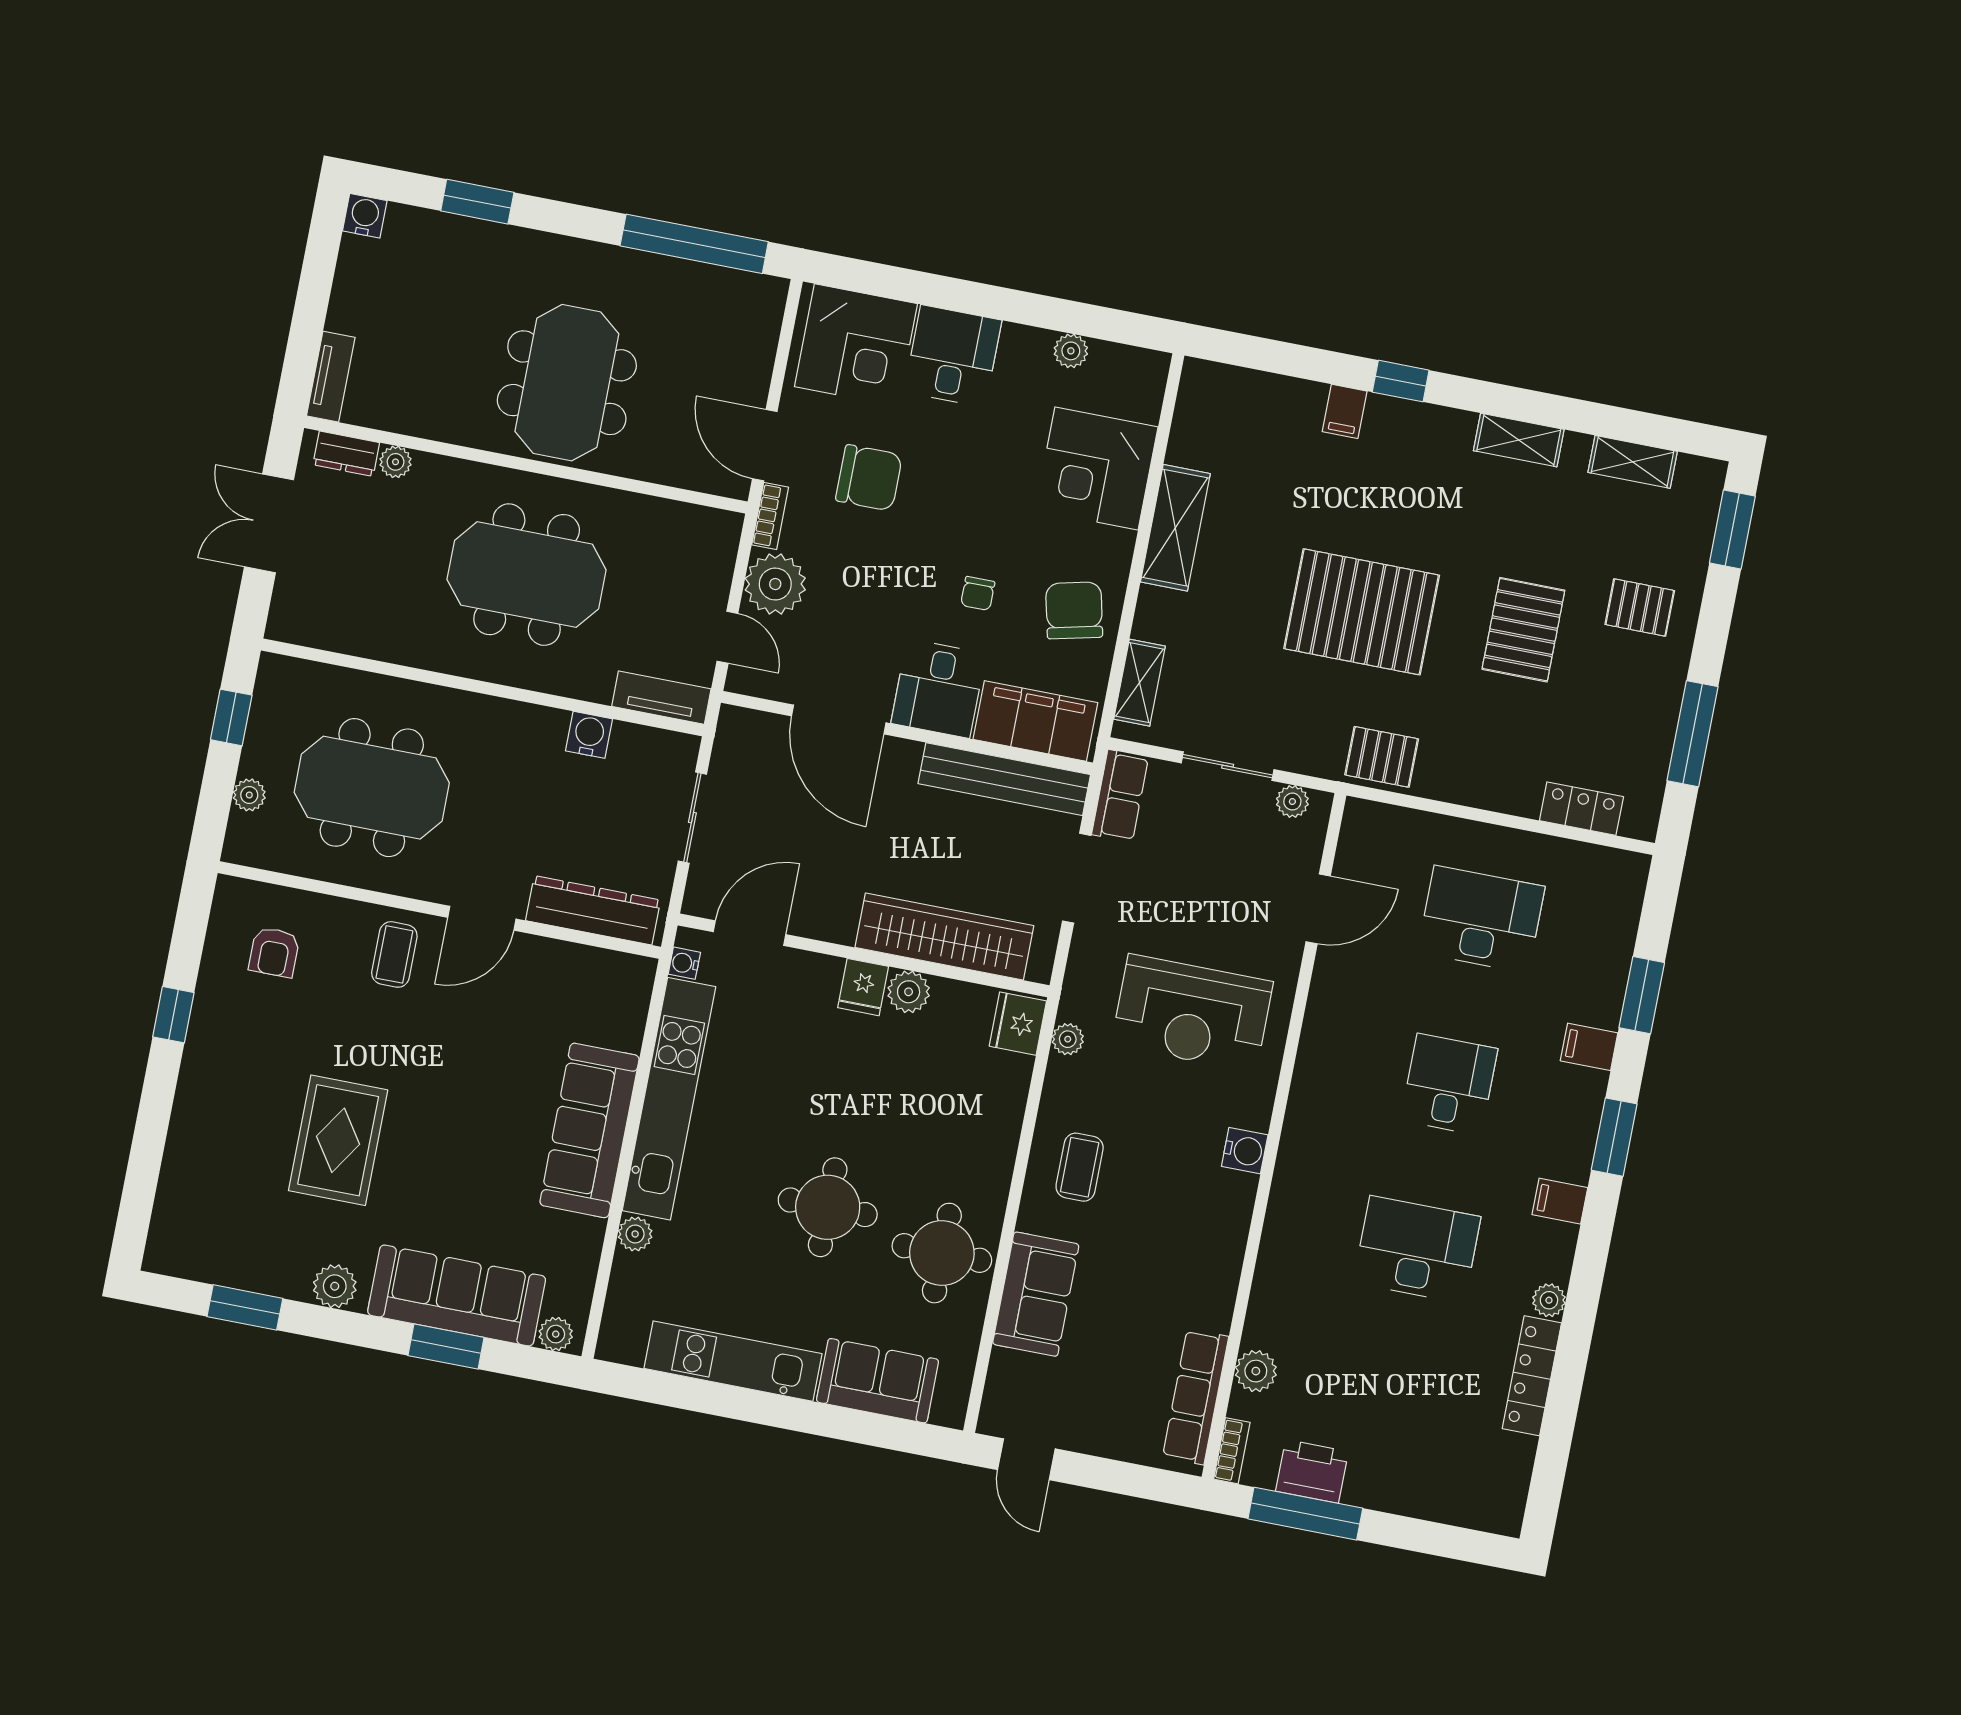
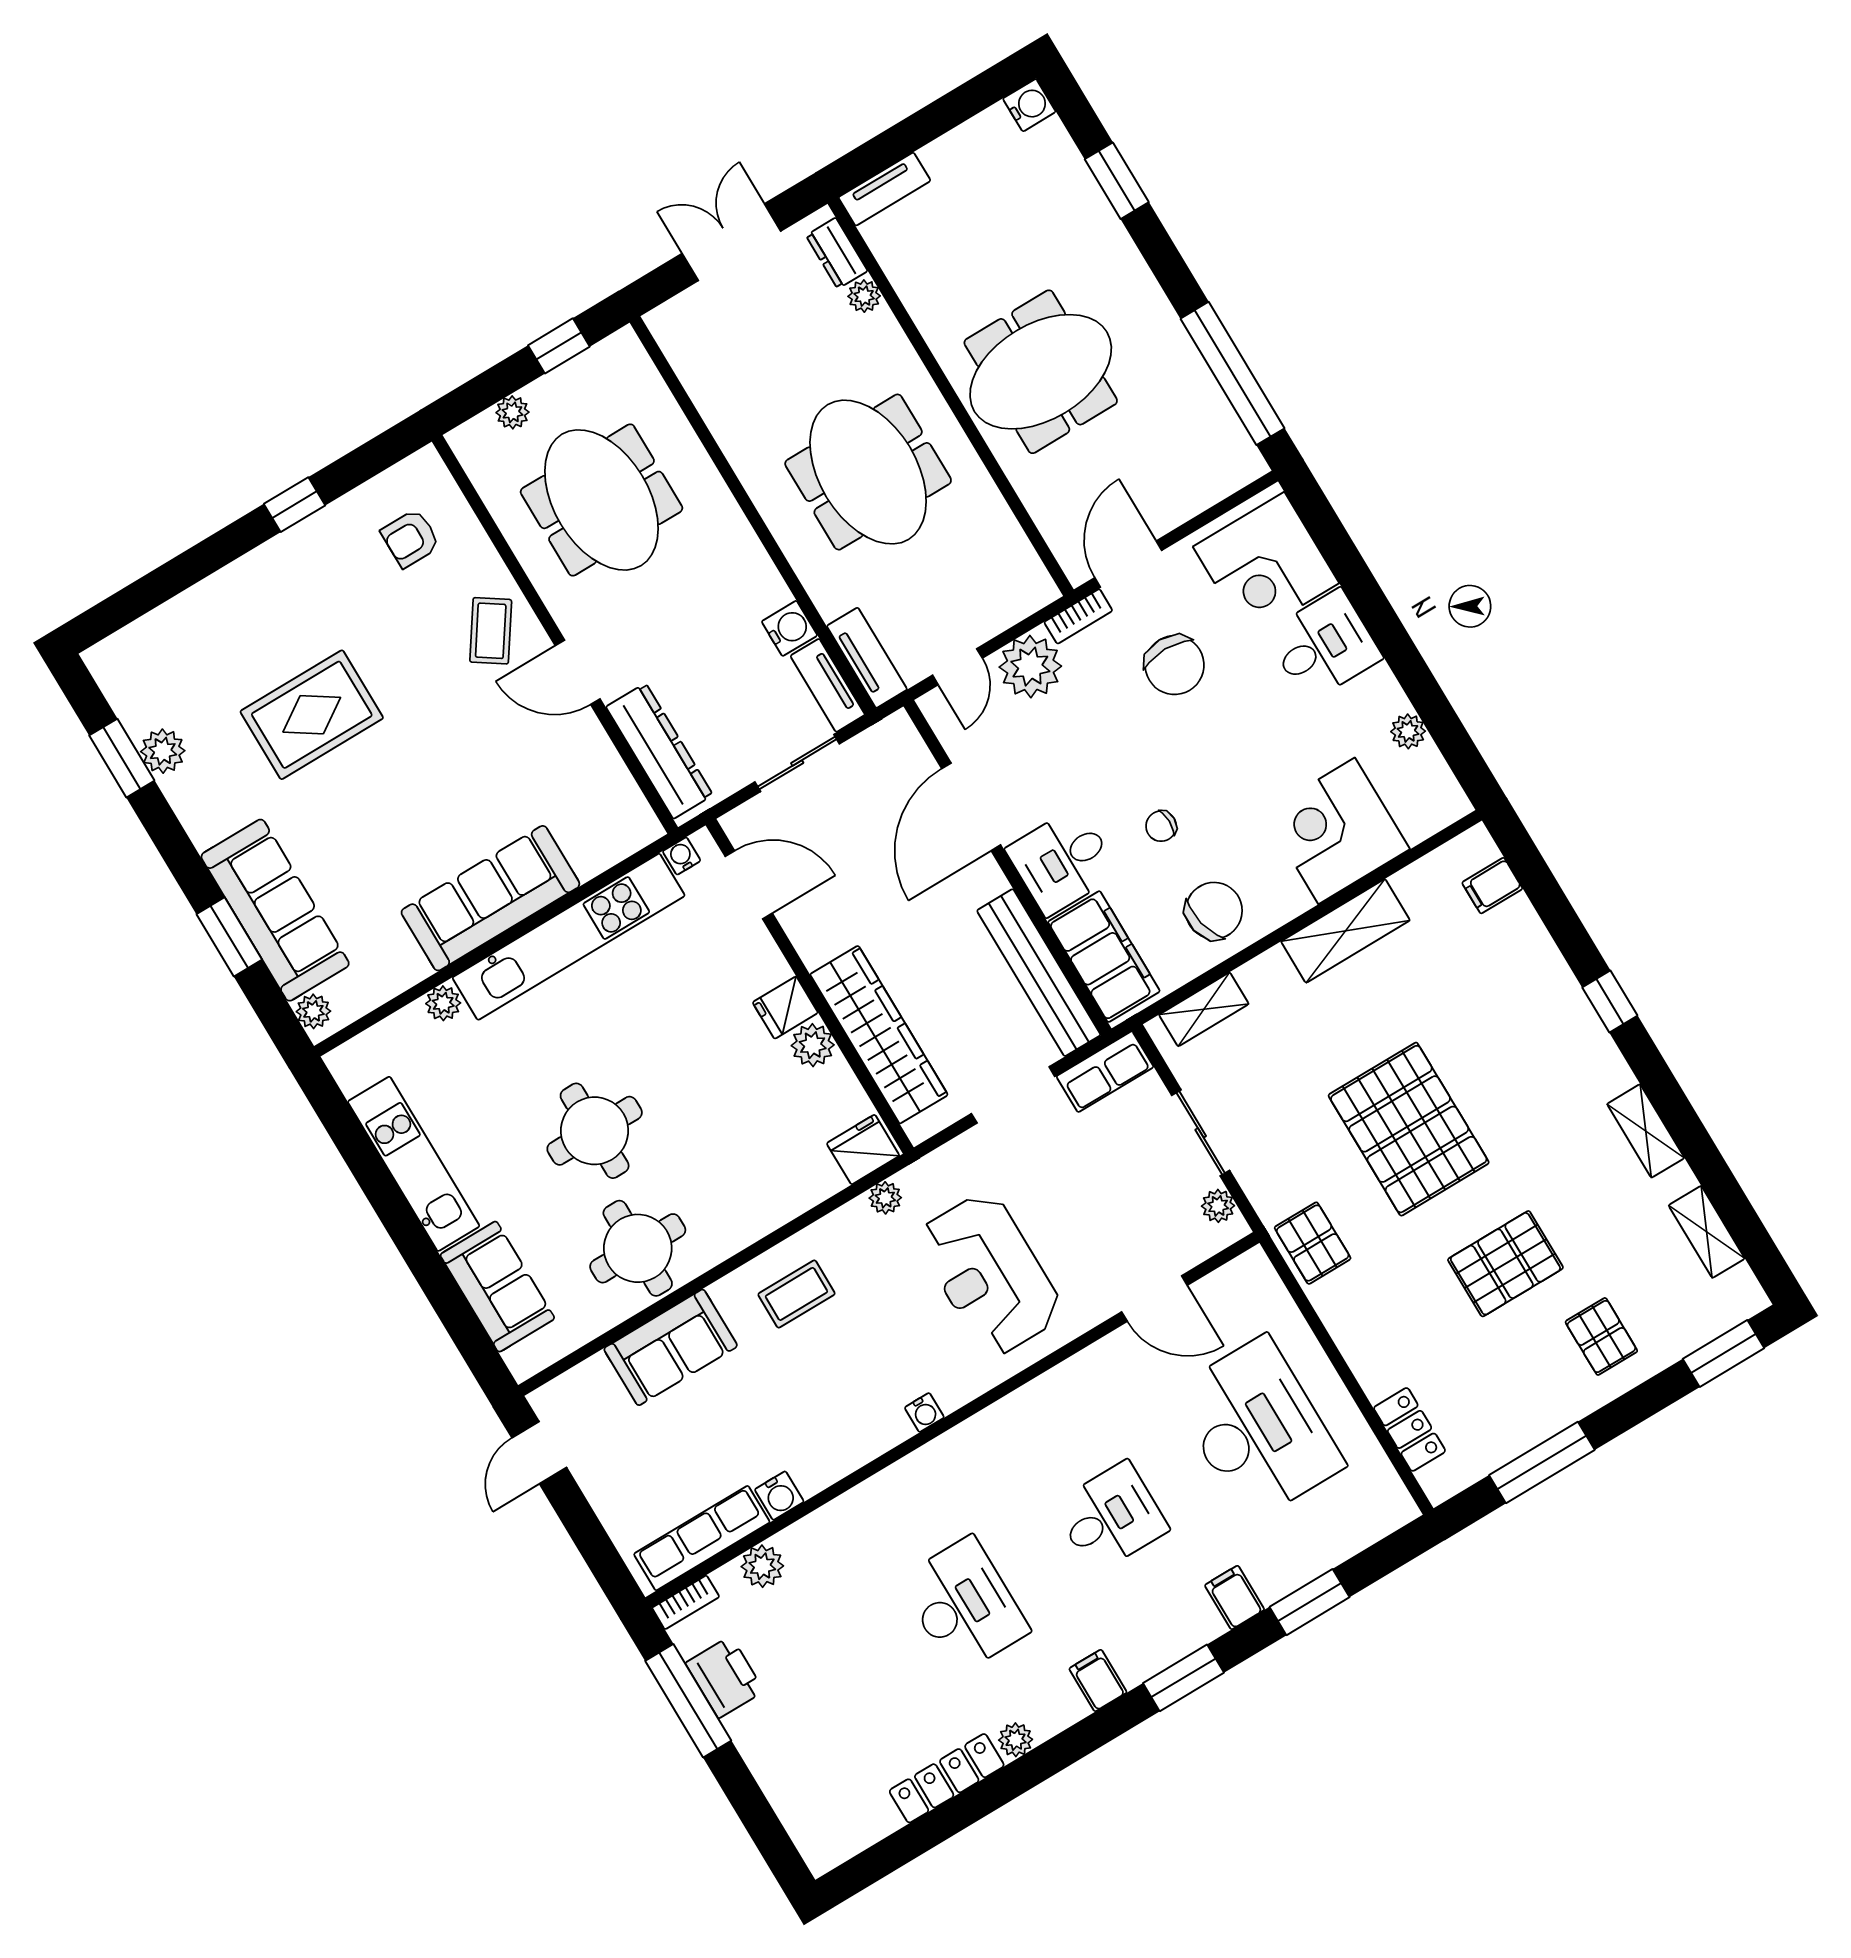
filing cabinet: (1345, 411) -> (1492, 886), moved
tv unit: (656, 744) -> (828, 685), added
desk: (1481, 919) -> (1257, 1429), width x1.36, depth x1.30
coffee table: (394, 954) -> (491, 631), turned -56
water cooler: (1245, 1151) -> (924, 1412), width x0.72, depth x0.72
plant: (335, 1286) -> (163, 751), moved
water cooler: (1215, 1312) -> (779, 1496), added

